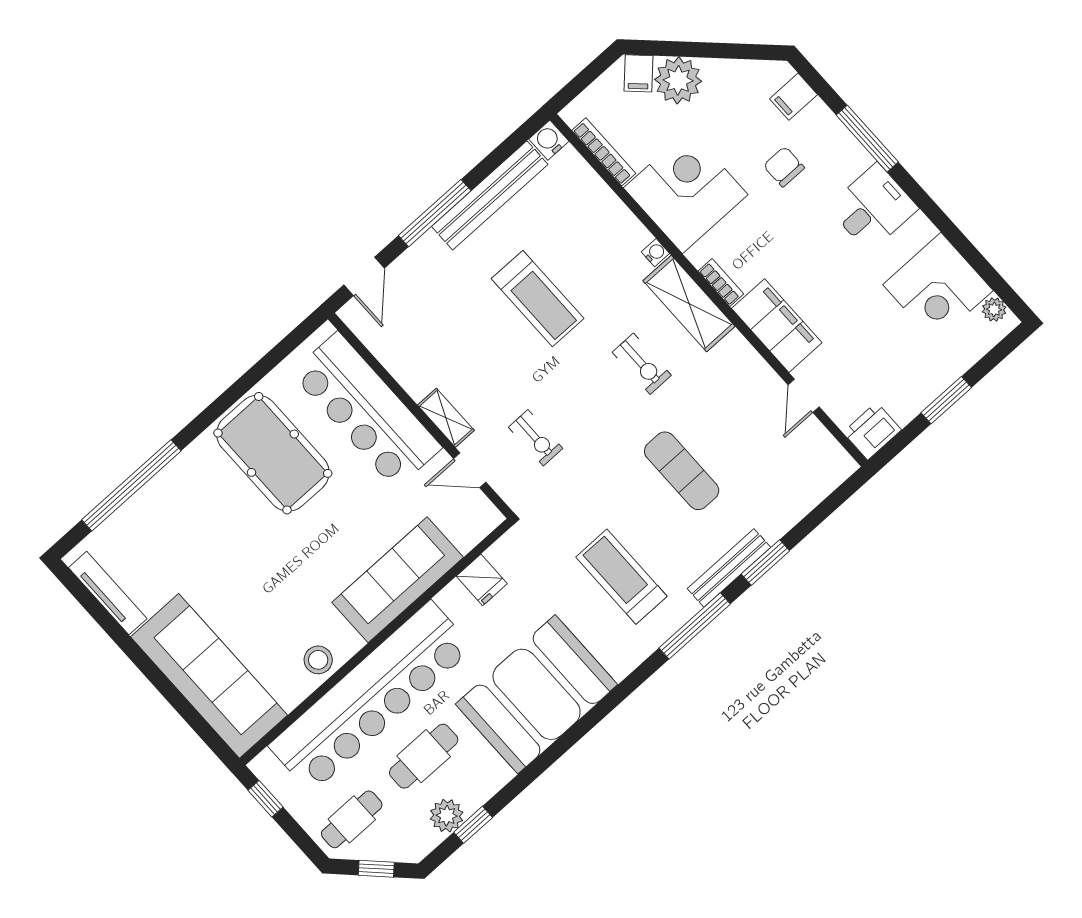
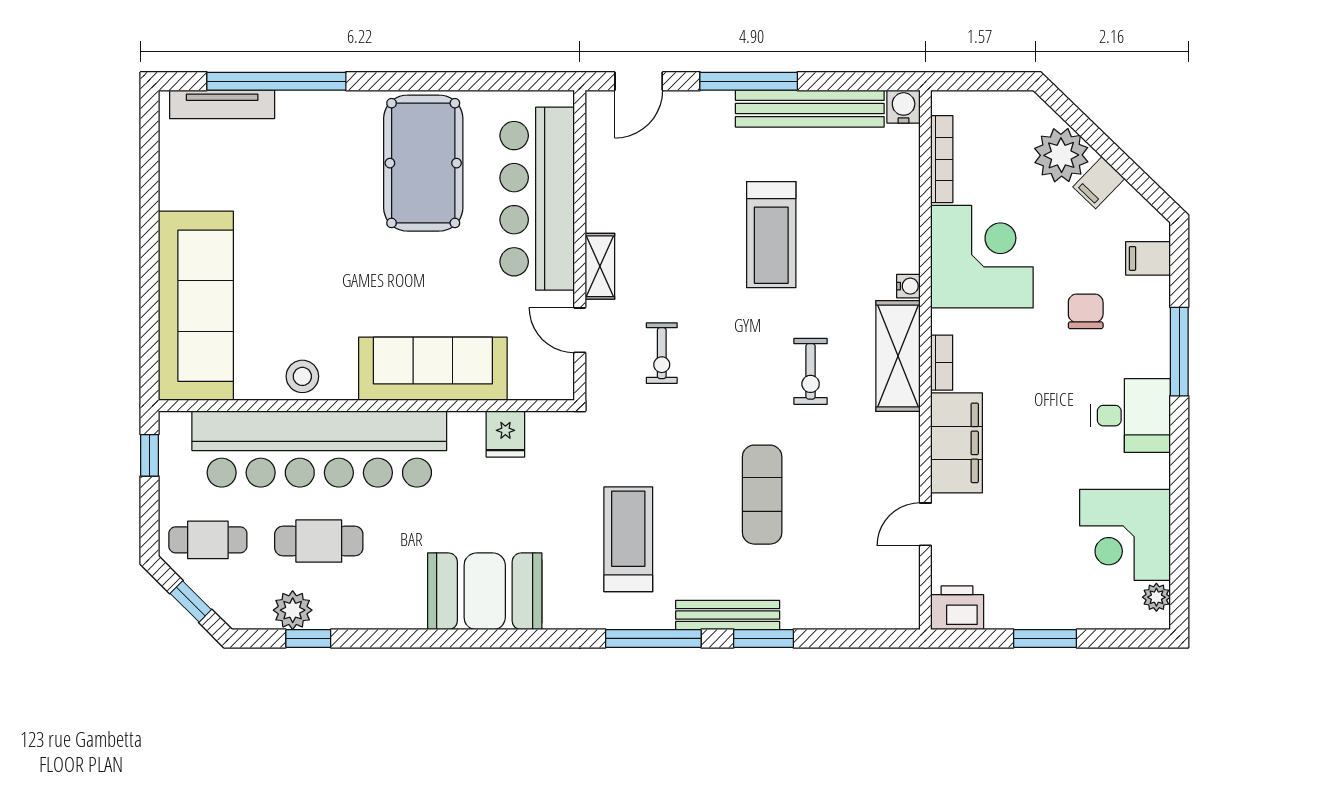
filing cabinet: (638, 73) -> (1099, 183), moved
tv unit: (108, 593) -> (222, 104), moved, turned 90
booth: (537, 694) -> (485, 591), width x0.73, depth x0.70

